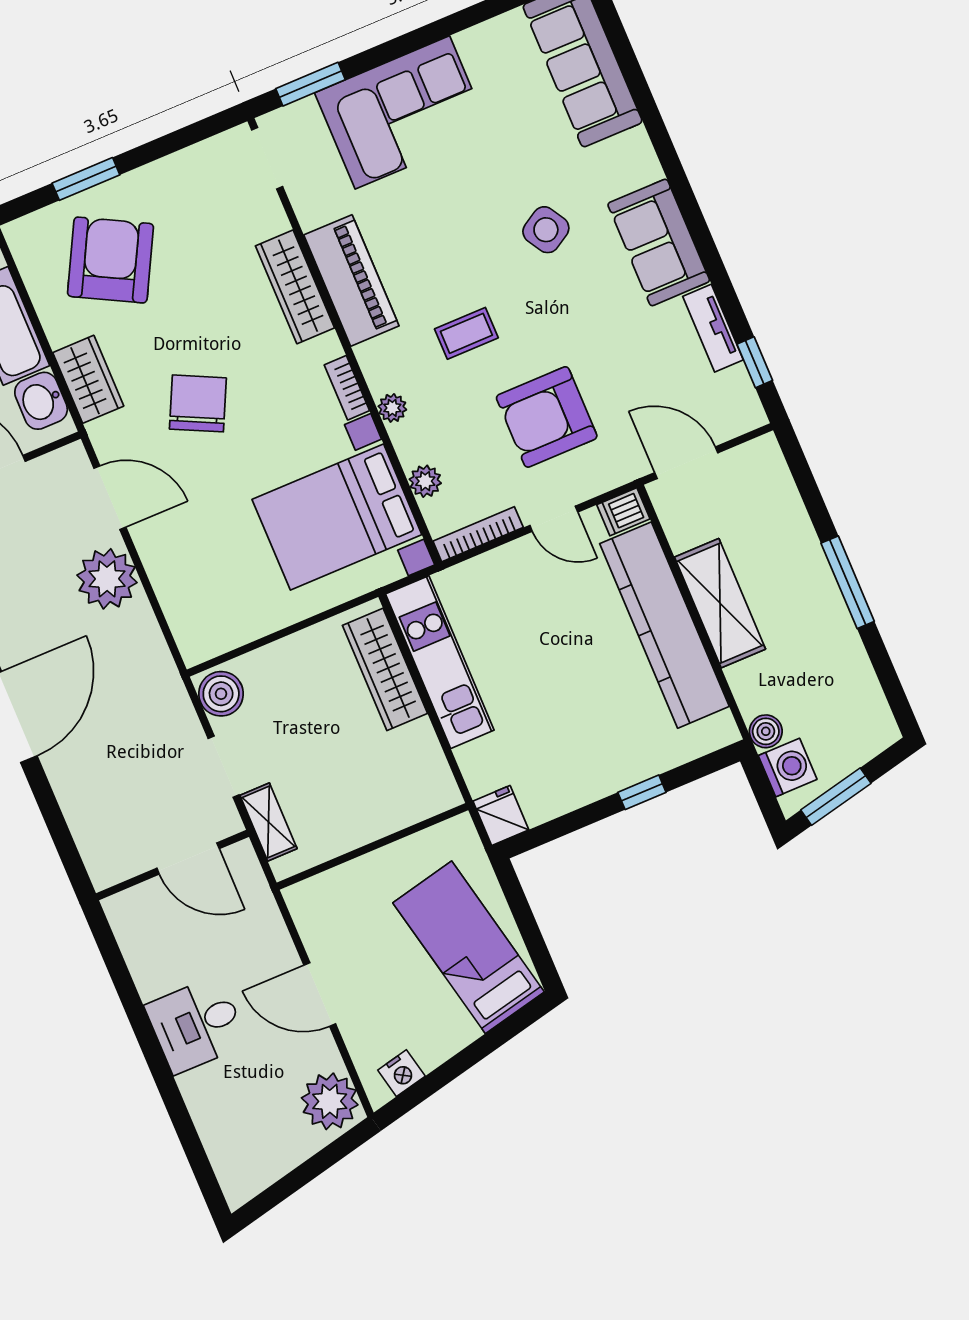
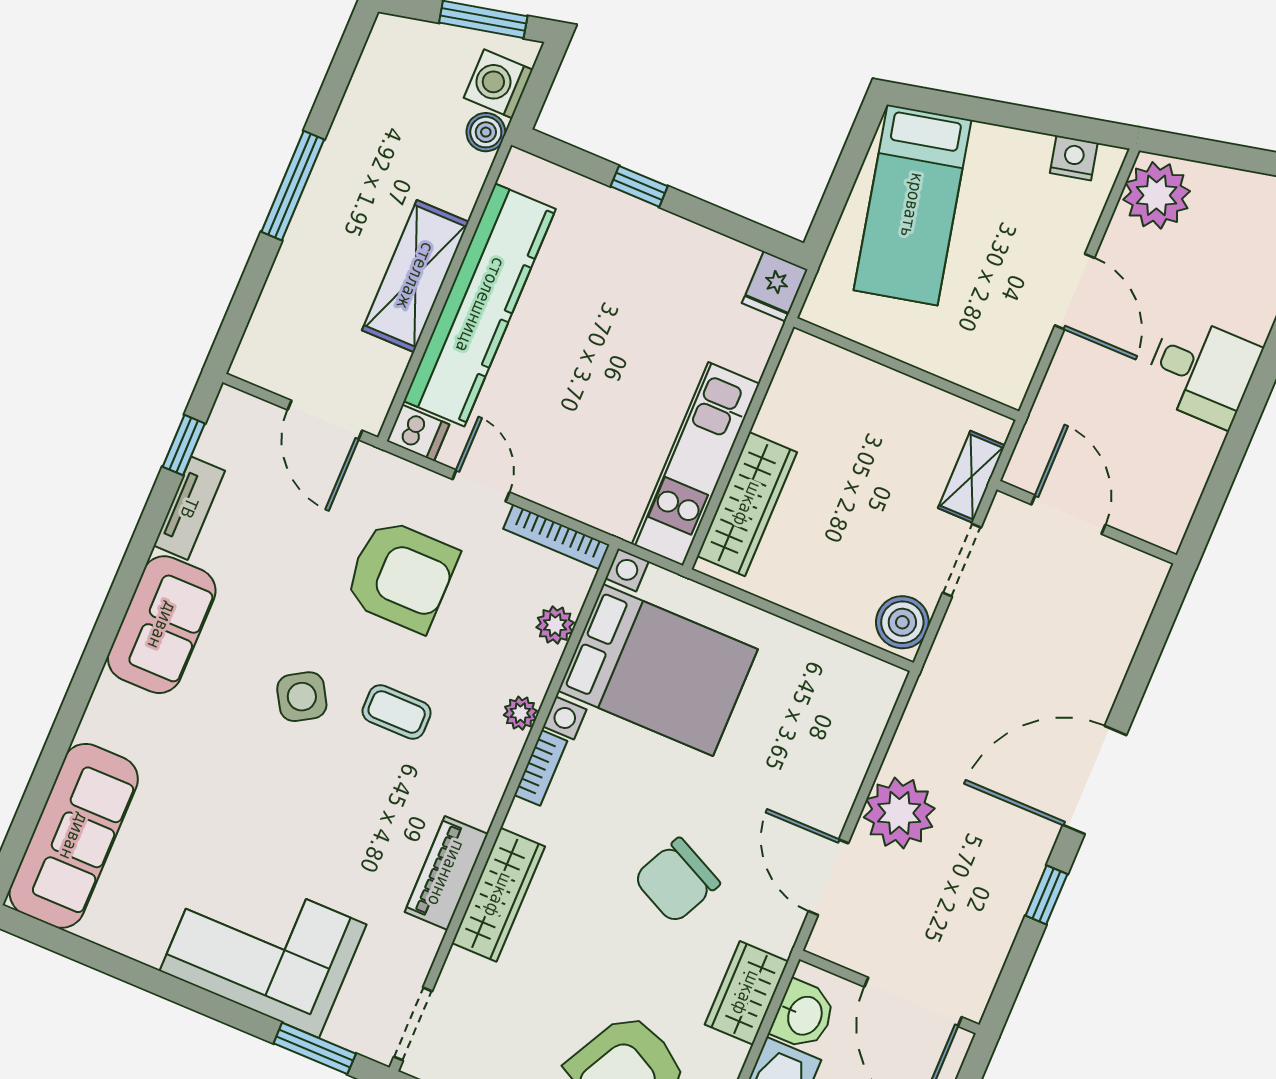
side table: (546, 230) -> (302, 697), moved
piano: (351, 280) -> (446, 873), width x0.73, depth x0.75

